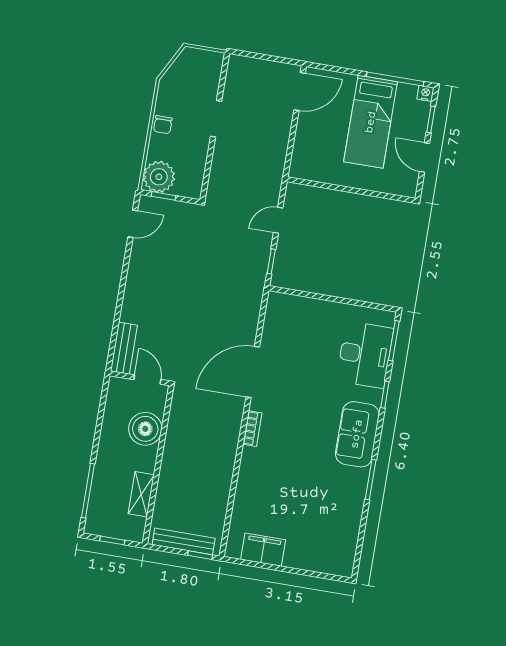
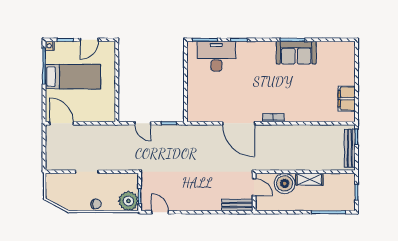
door: (147, 380) -> (254, 187), swing flipped
sofa: (357, 434) -> (296, 53), moved
shelving: (141, 494) -> (309, 179), moved

